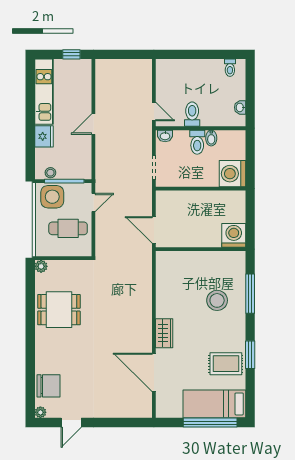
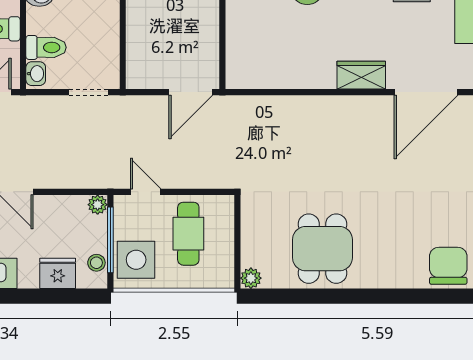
fridge: (44, 136) -> (58, 273), moved
toilet: (197, 142) -> (46, 47), moved
plant: (86, 173) -> (98, 205), added

